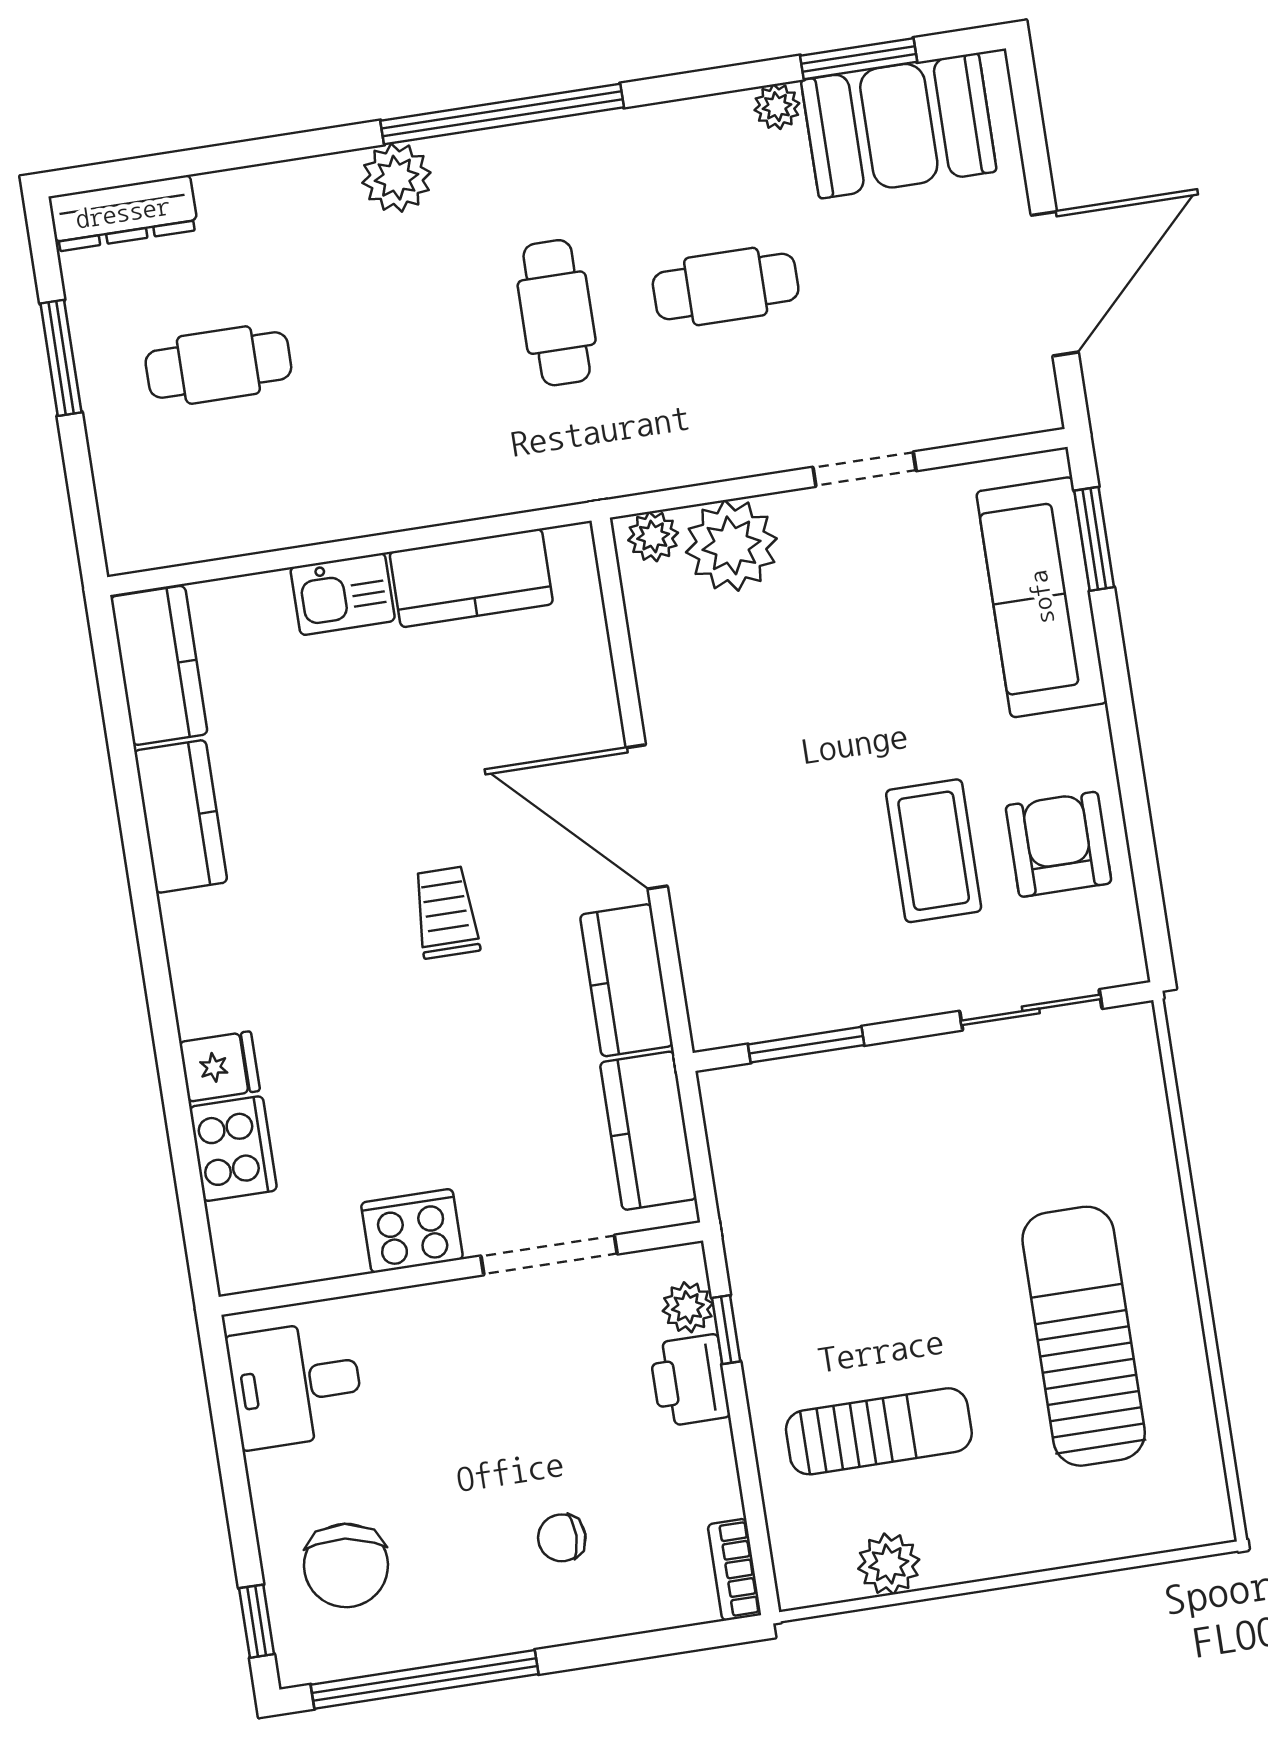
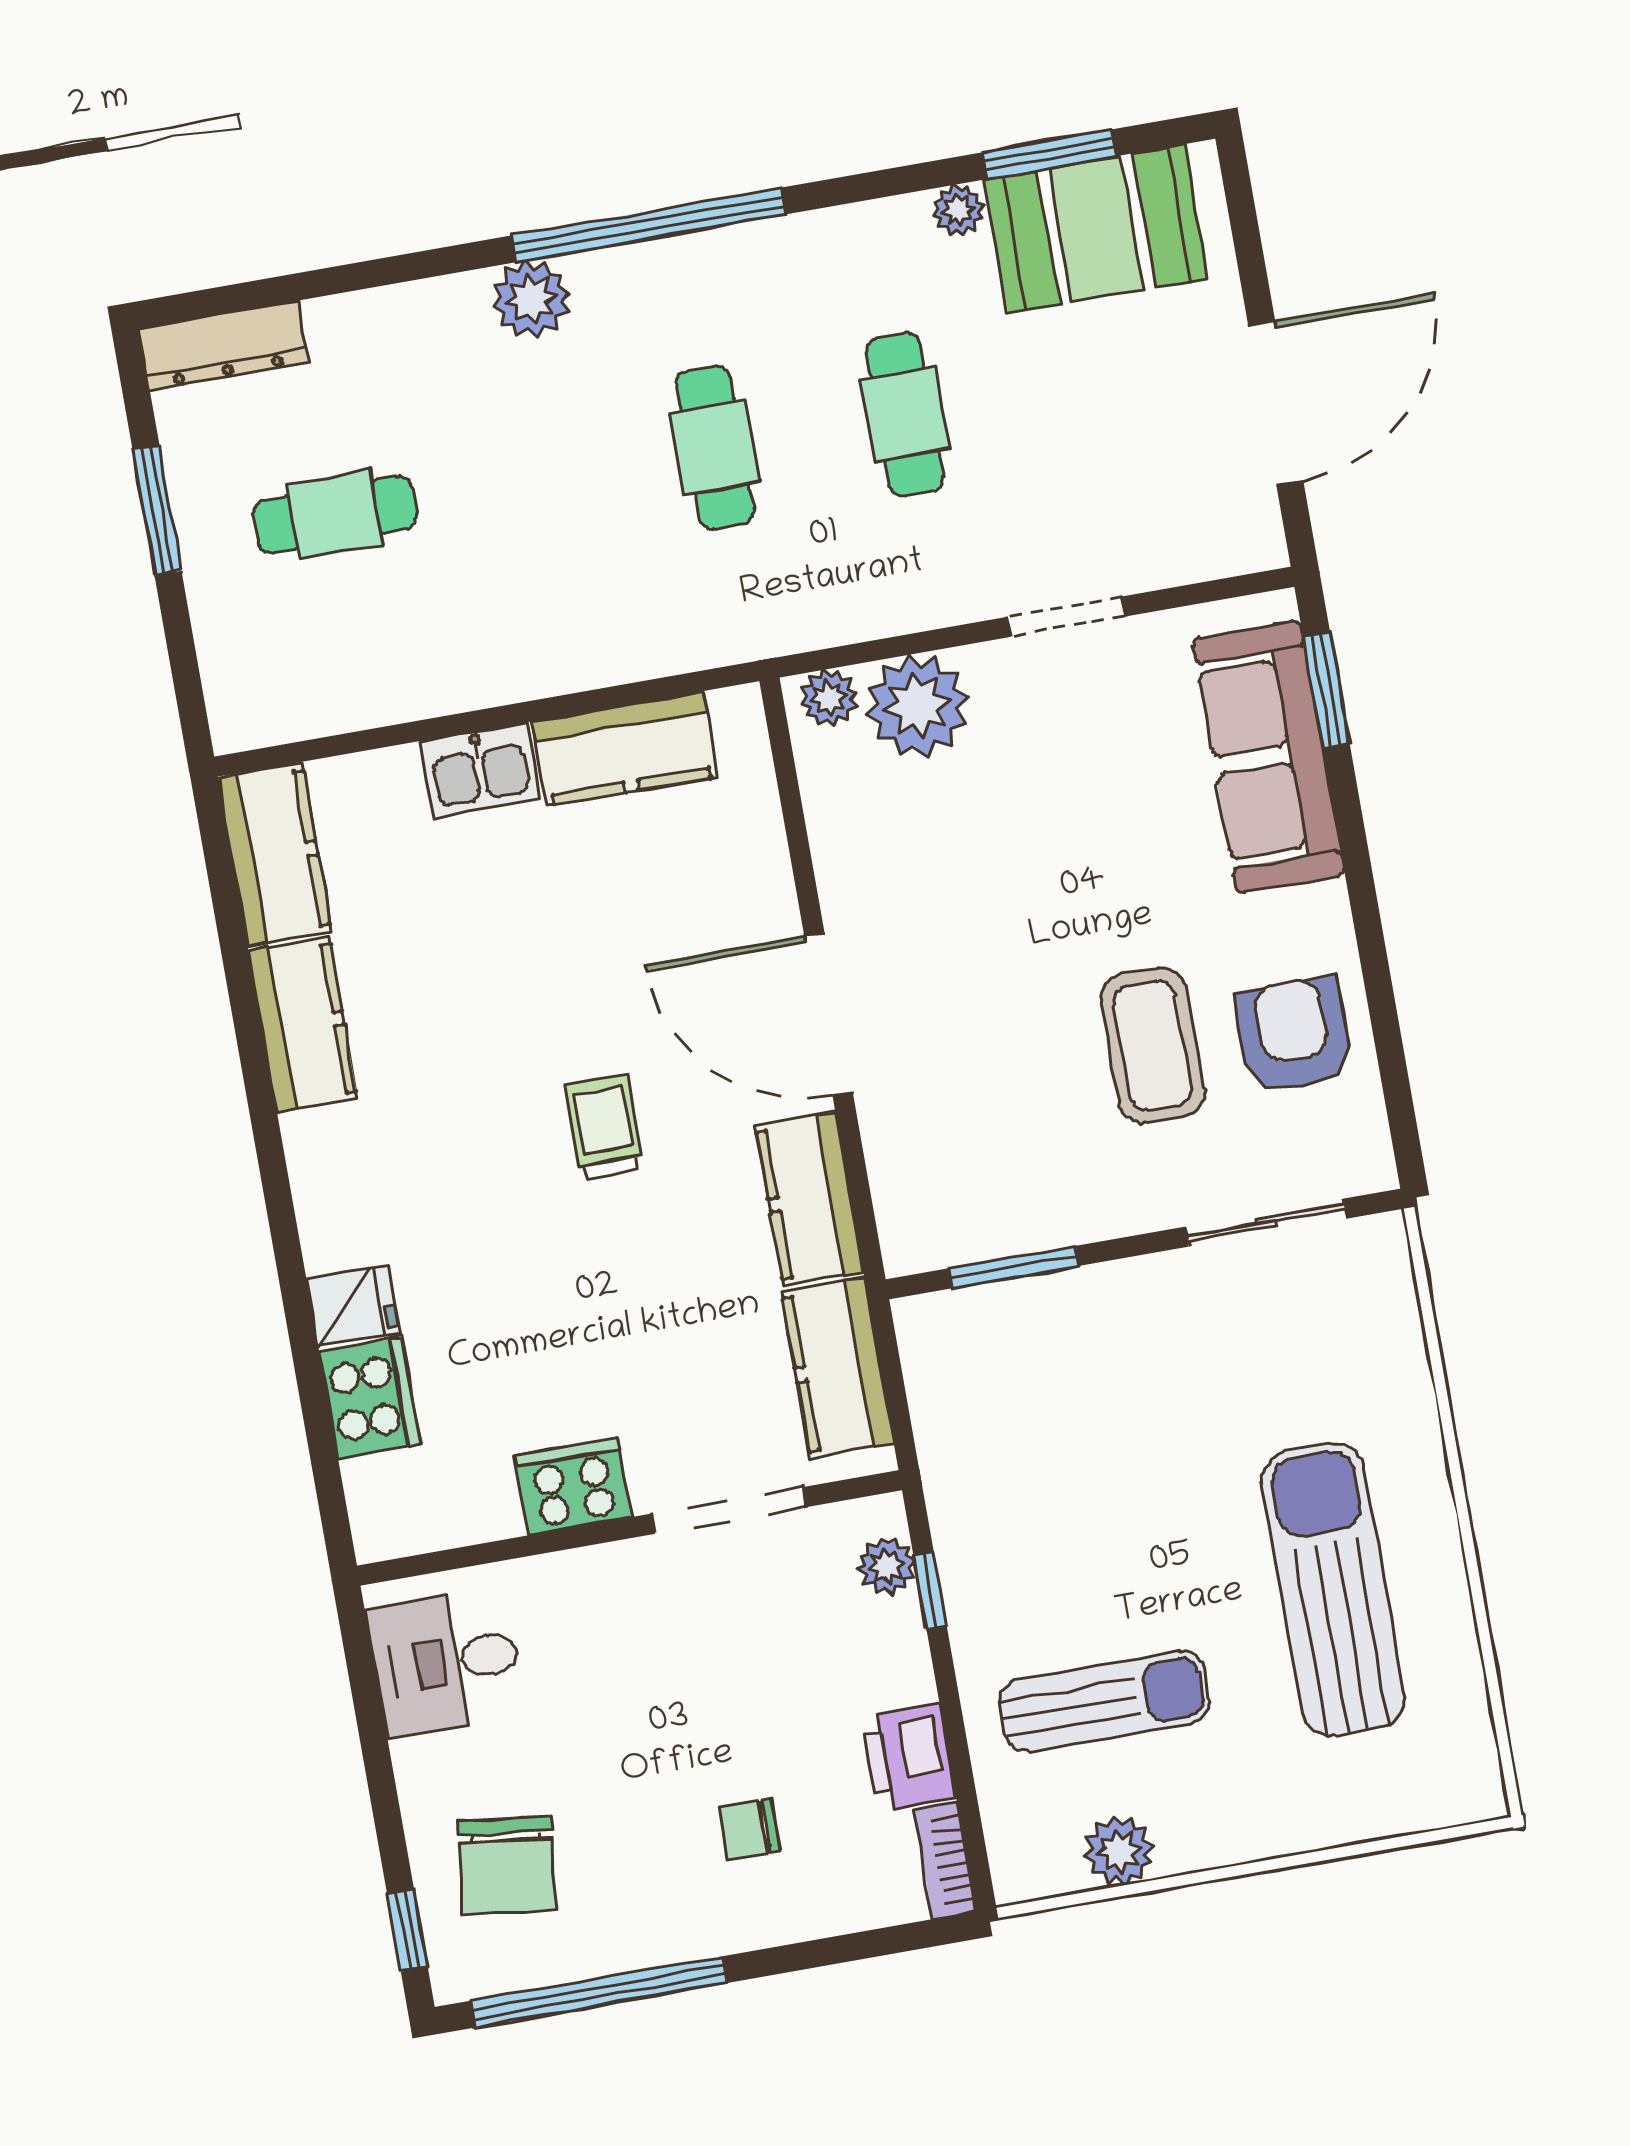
cafe table: (726, 286) -> (905, 414), turned 90
printer: (689, 1380) -> (909, 1757), moved

